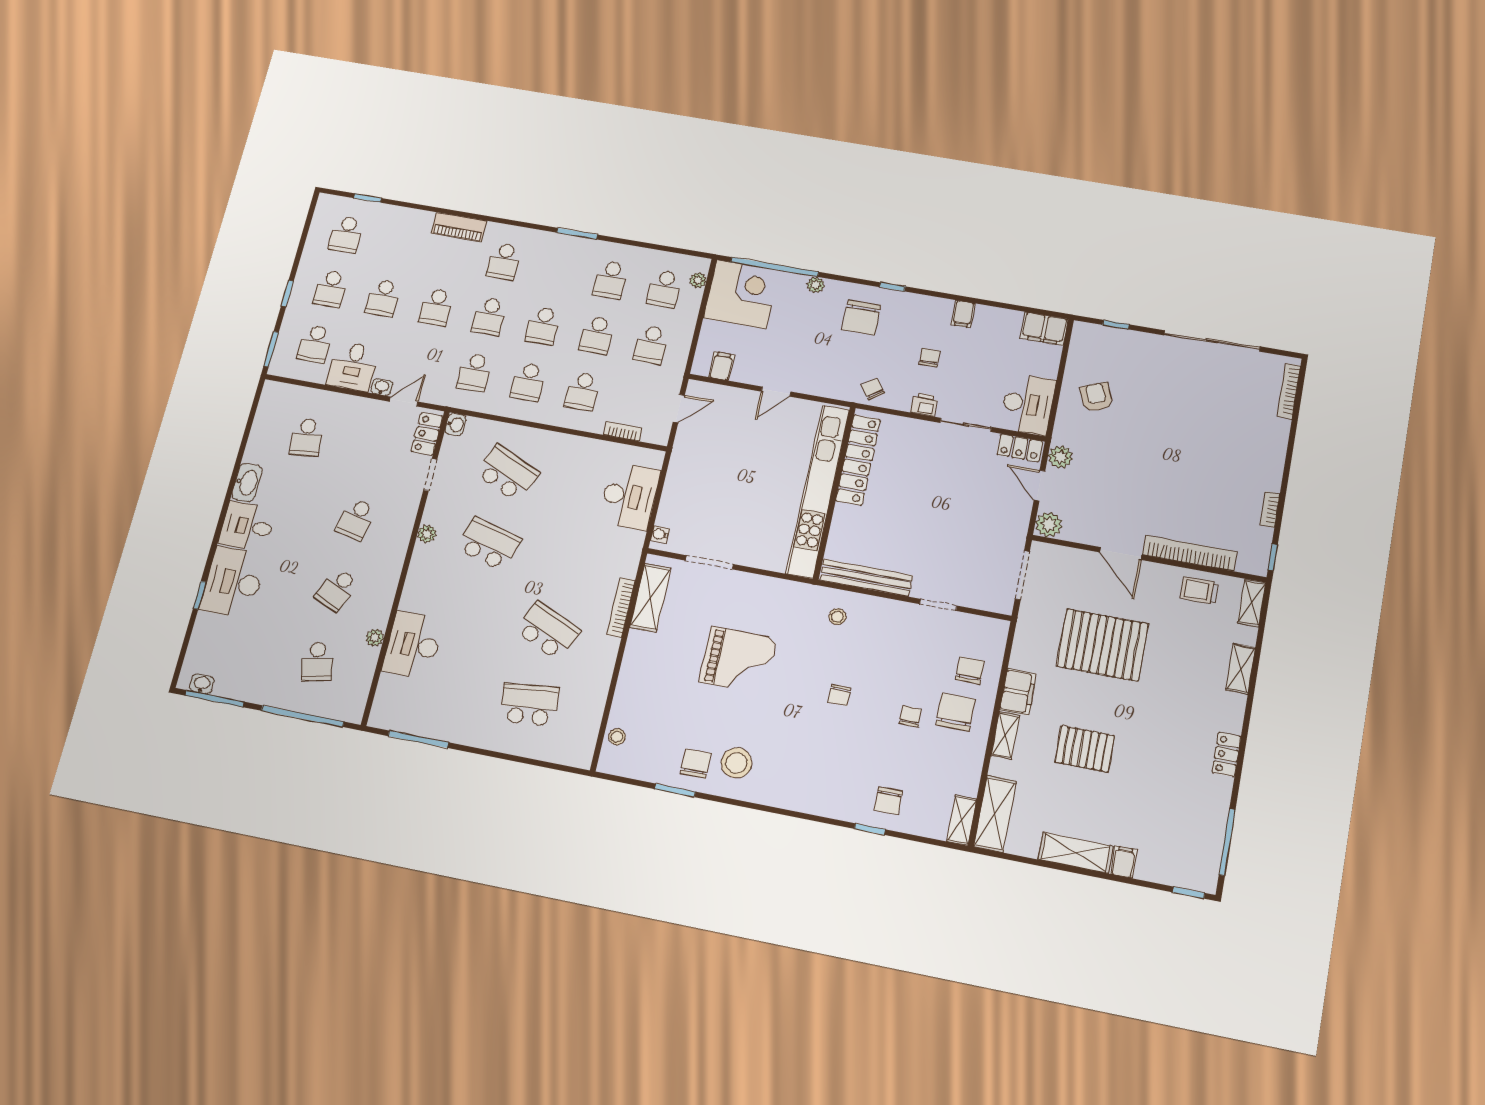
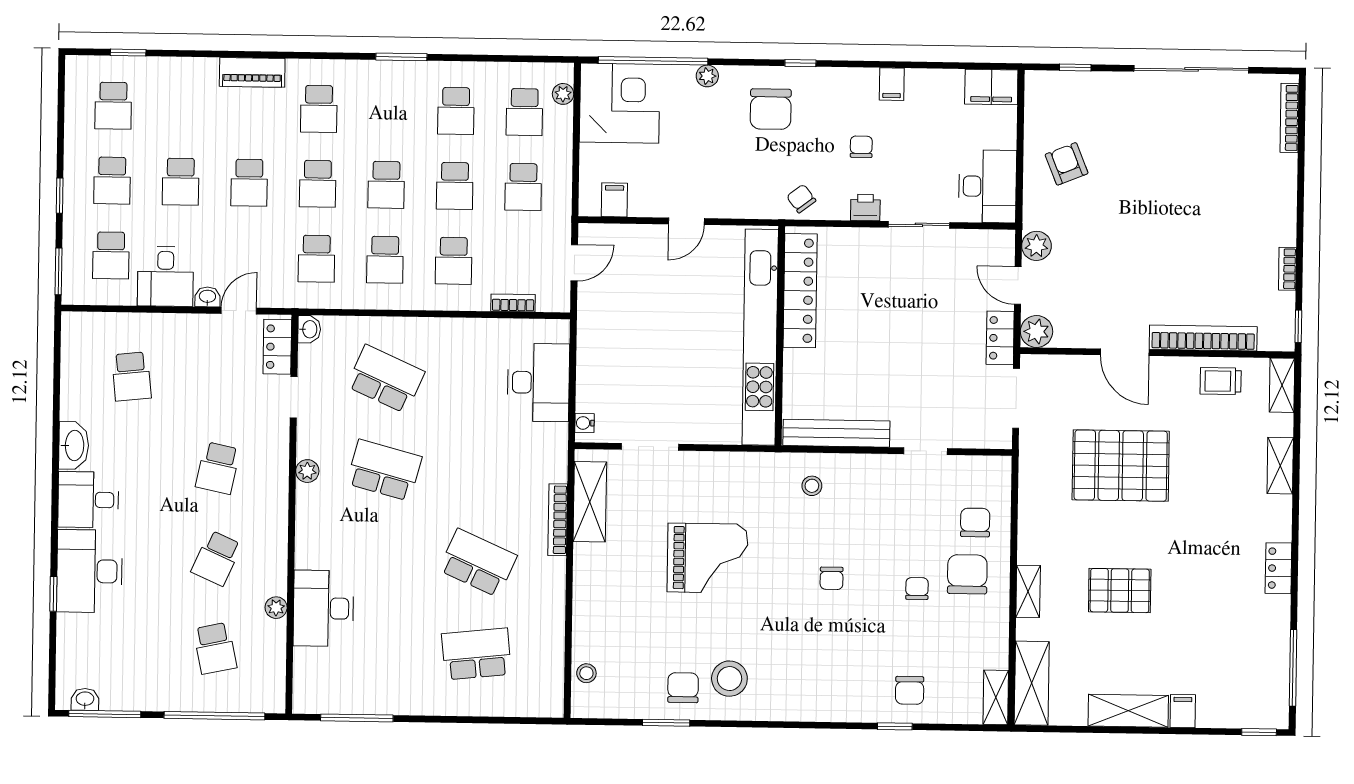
locker: (1020, 448) -> (1000, 338), moved, turned 90
filing cabinet: (1018, 692) -> (1034, 538), removed

